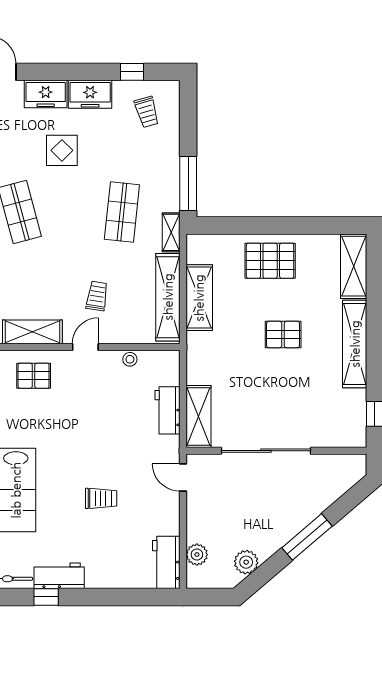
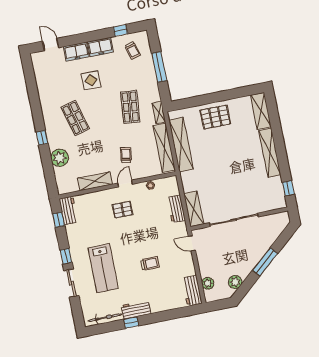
window: (188, 184) -> (159, 67), moved
shelving: (199, 298) -> (181, 145), width x1.47
pallet: (283, 334) -> (230, 155), removed
pallet: (34, 376) -> (123, 210), moved

